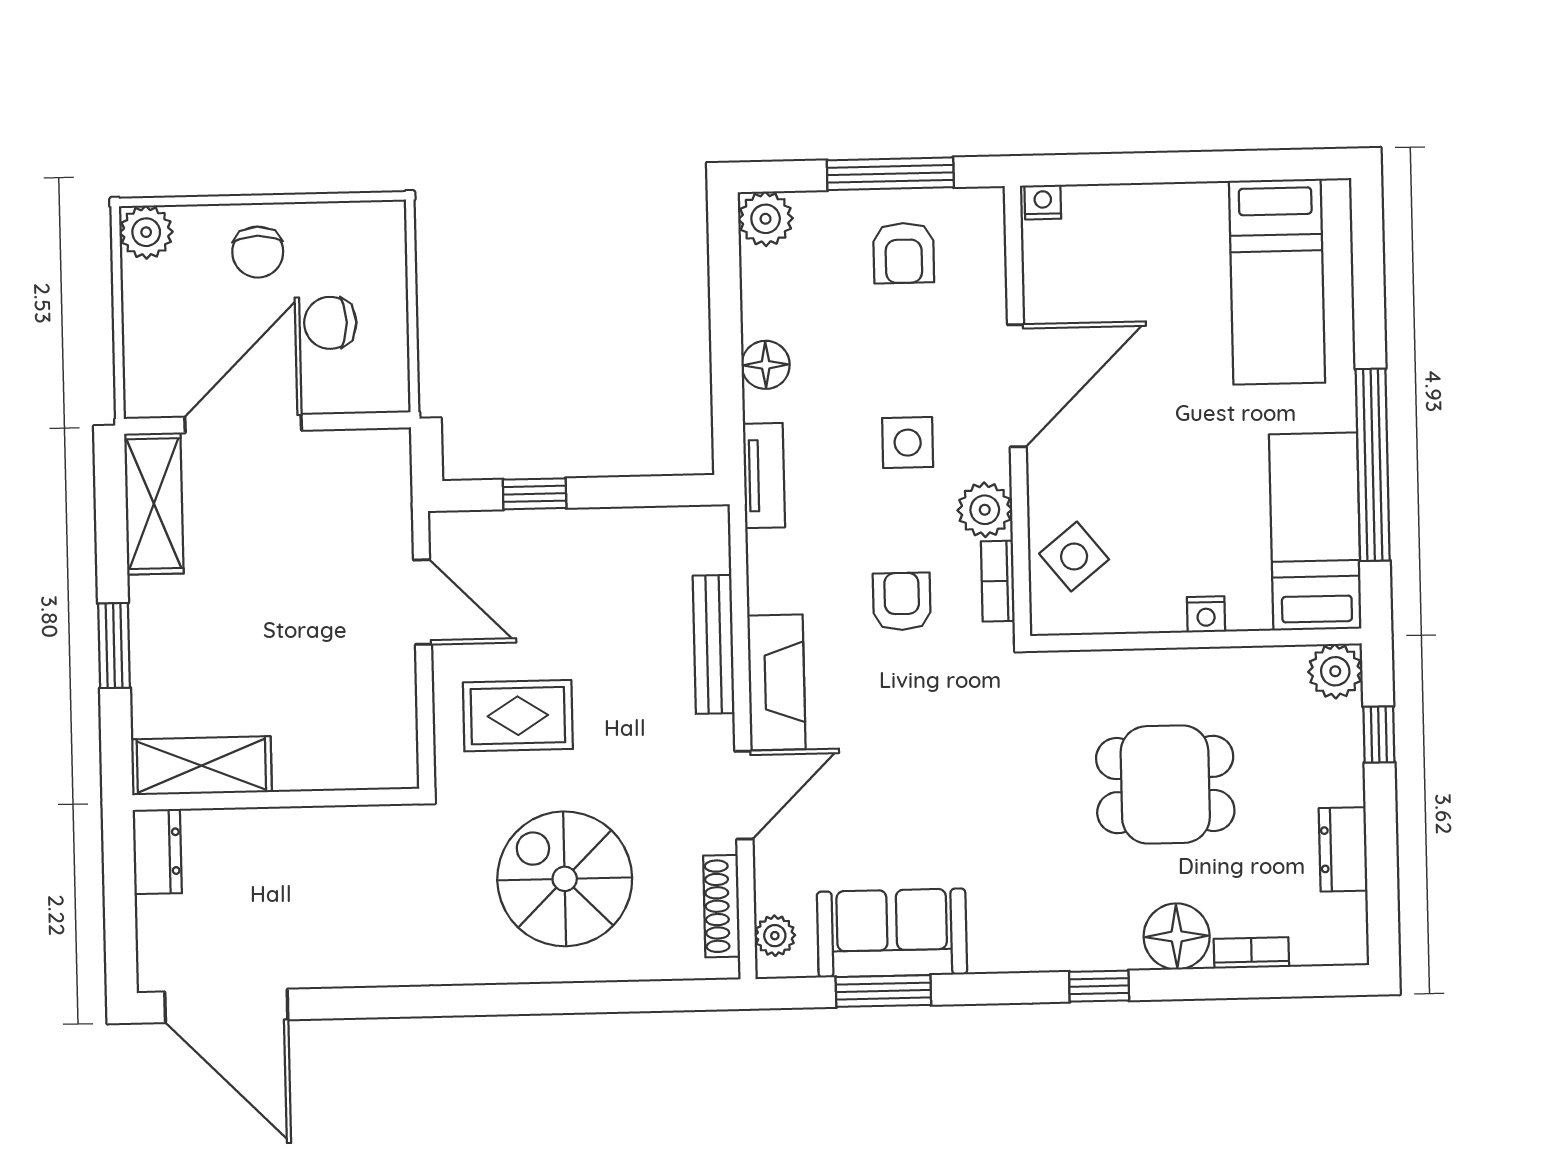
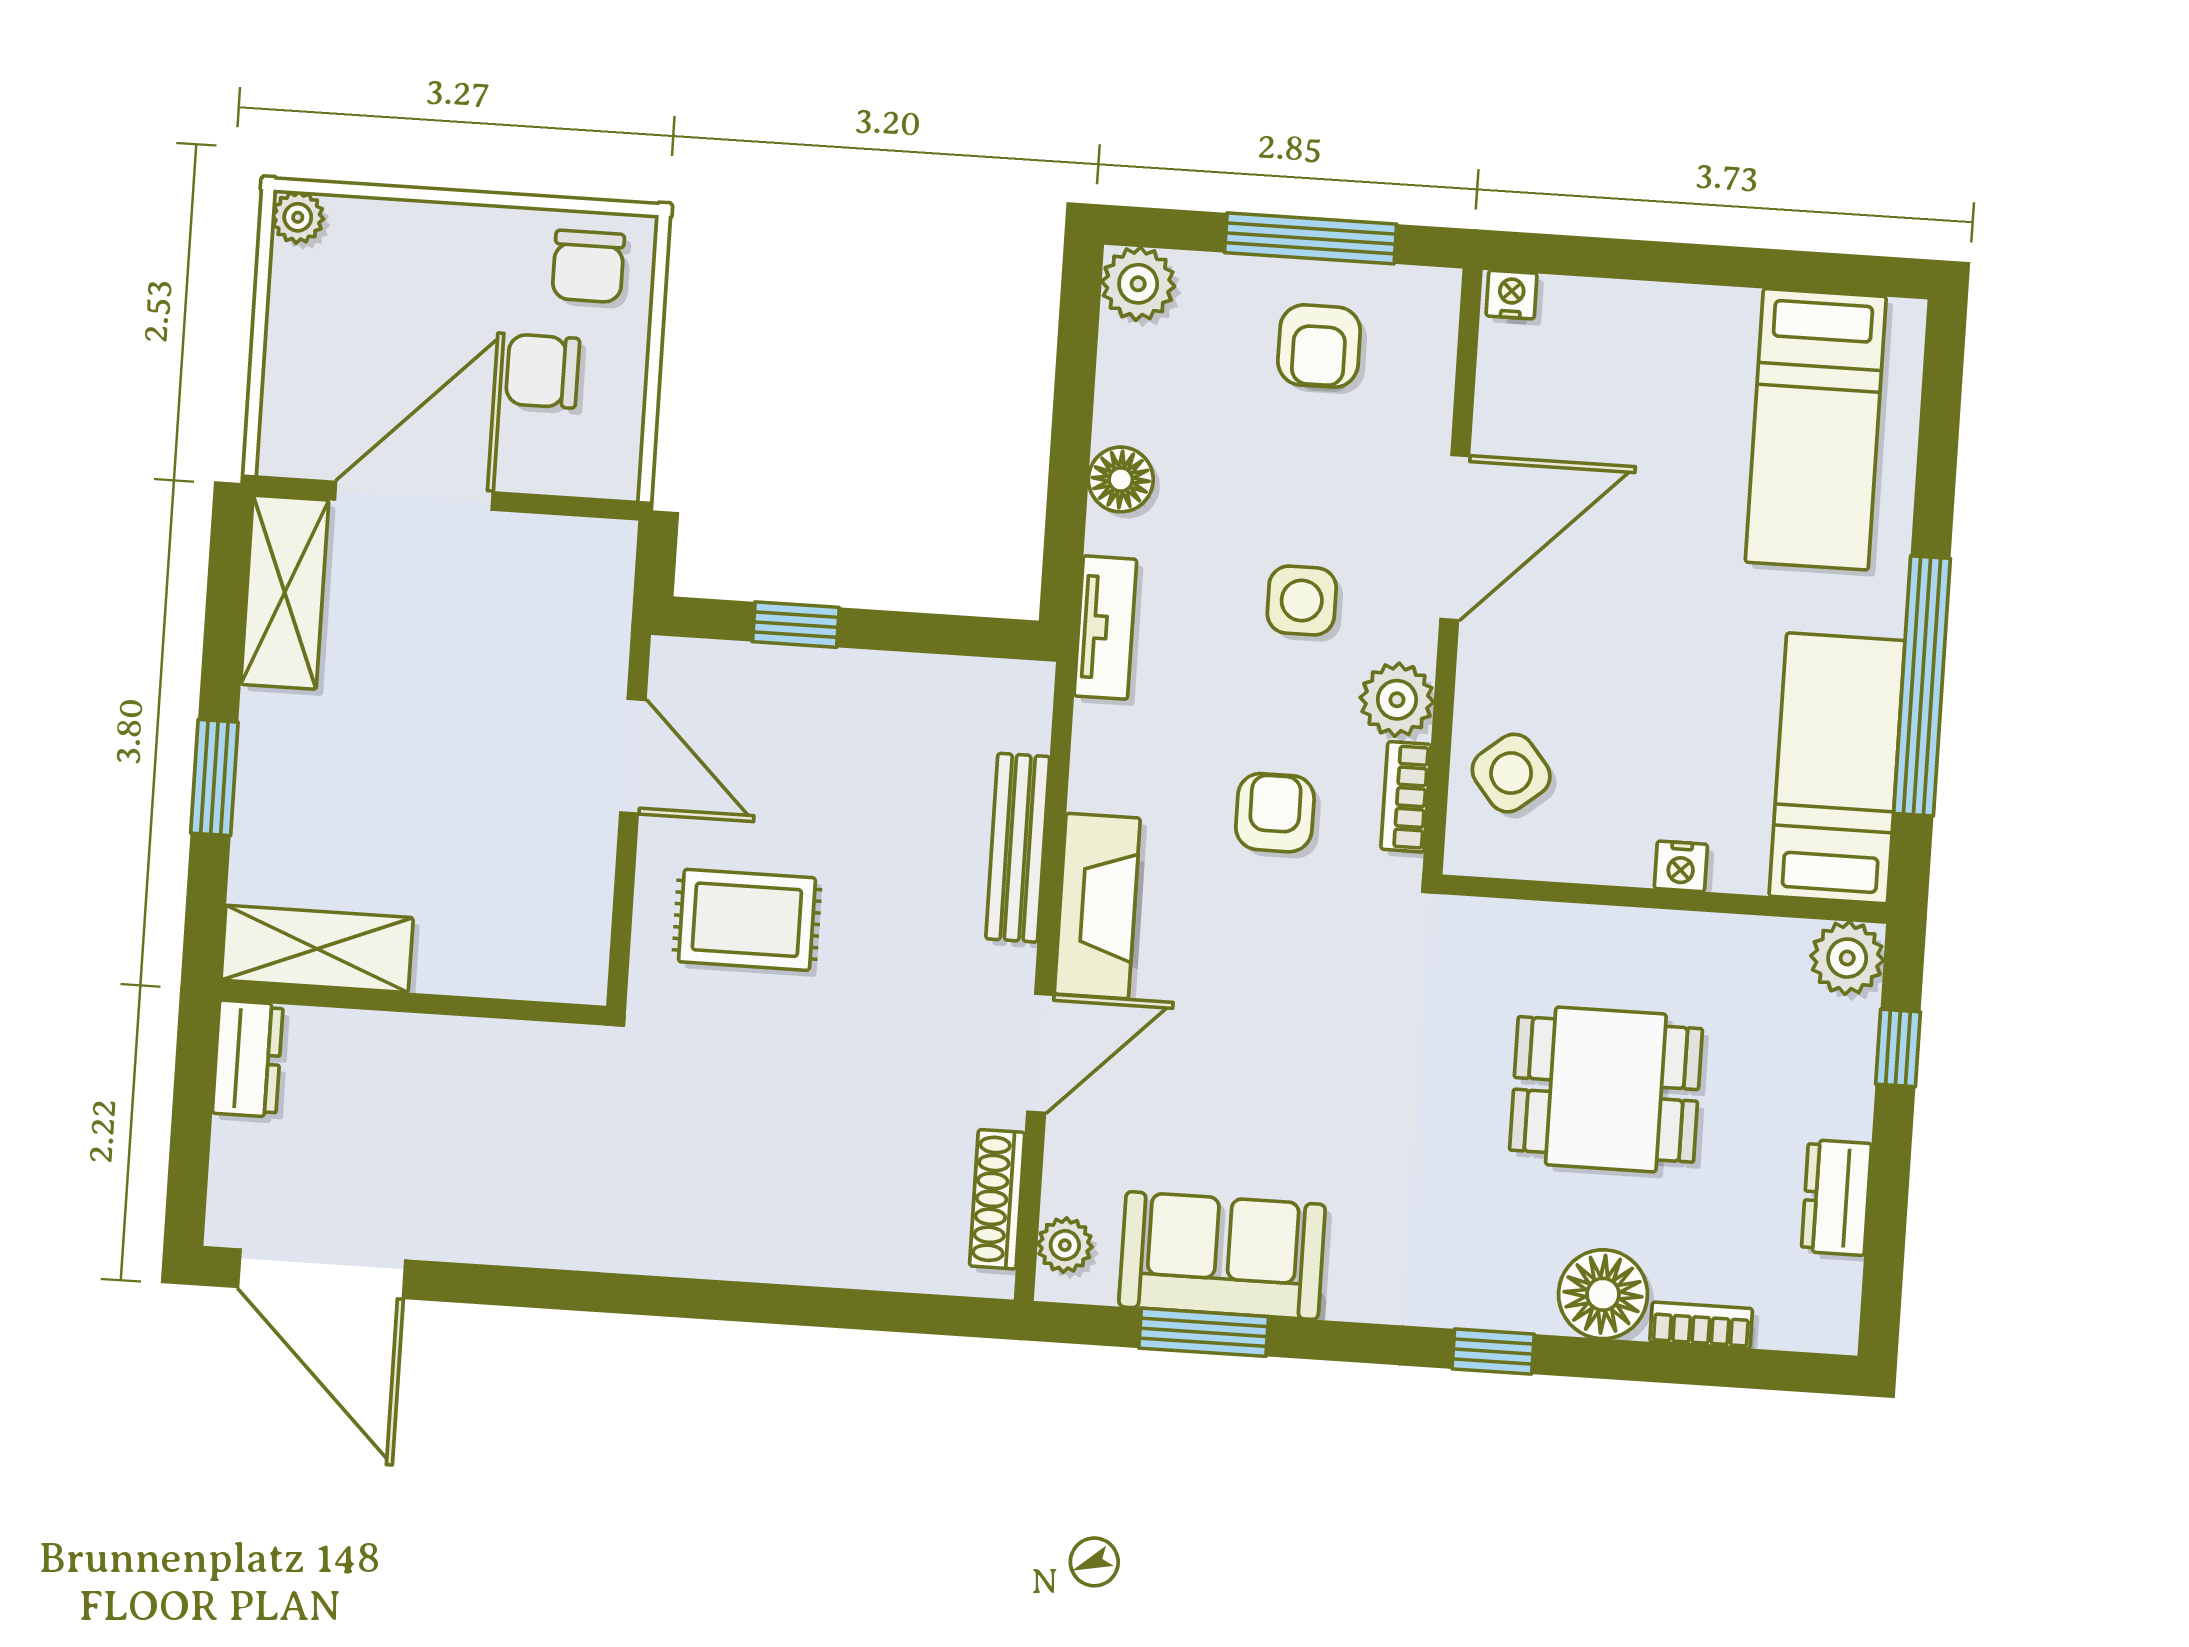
plant: (146, 232) -> (298, 217), width x0.73, depth x0.73
chair: (258, 252) -> (588, 266), moved
spiral stairs: (565, 879) -> (790, 1144), removed

